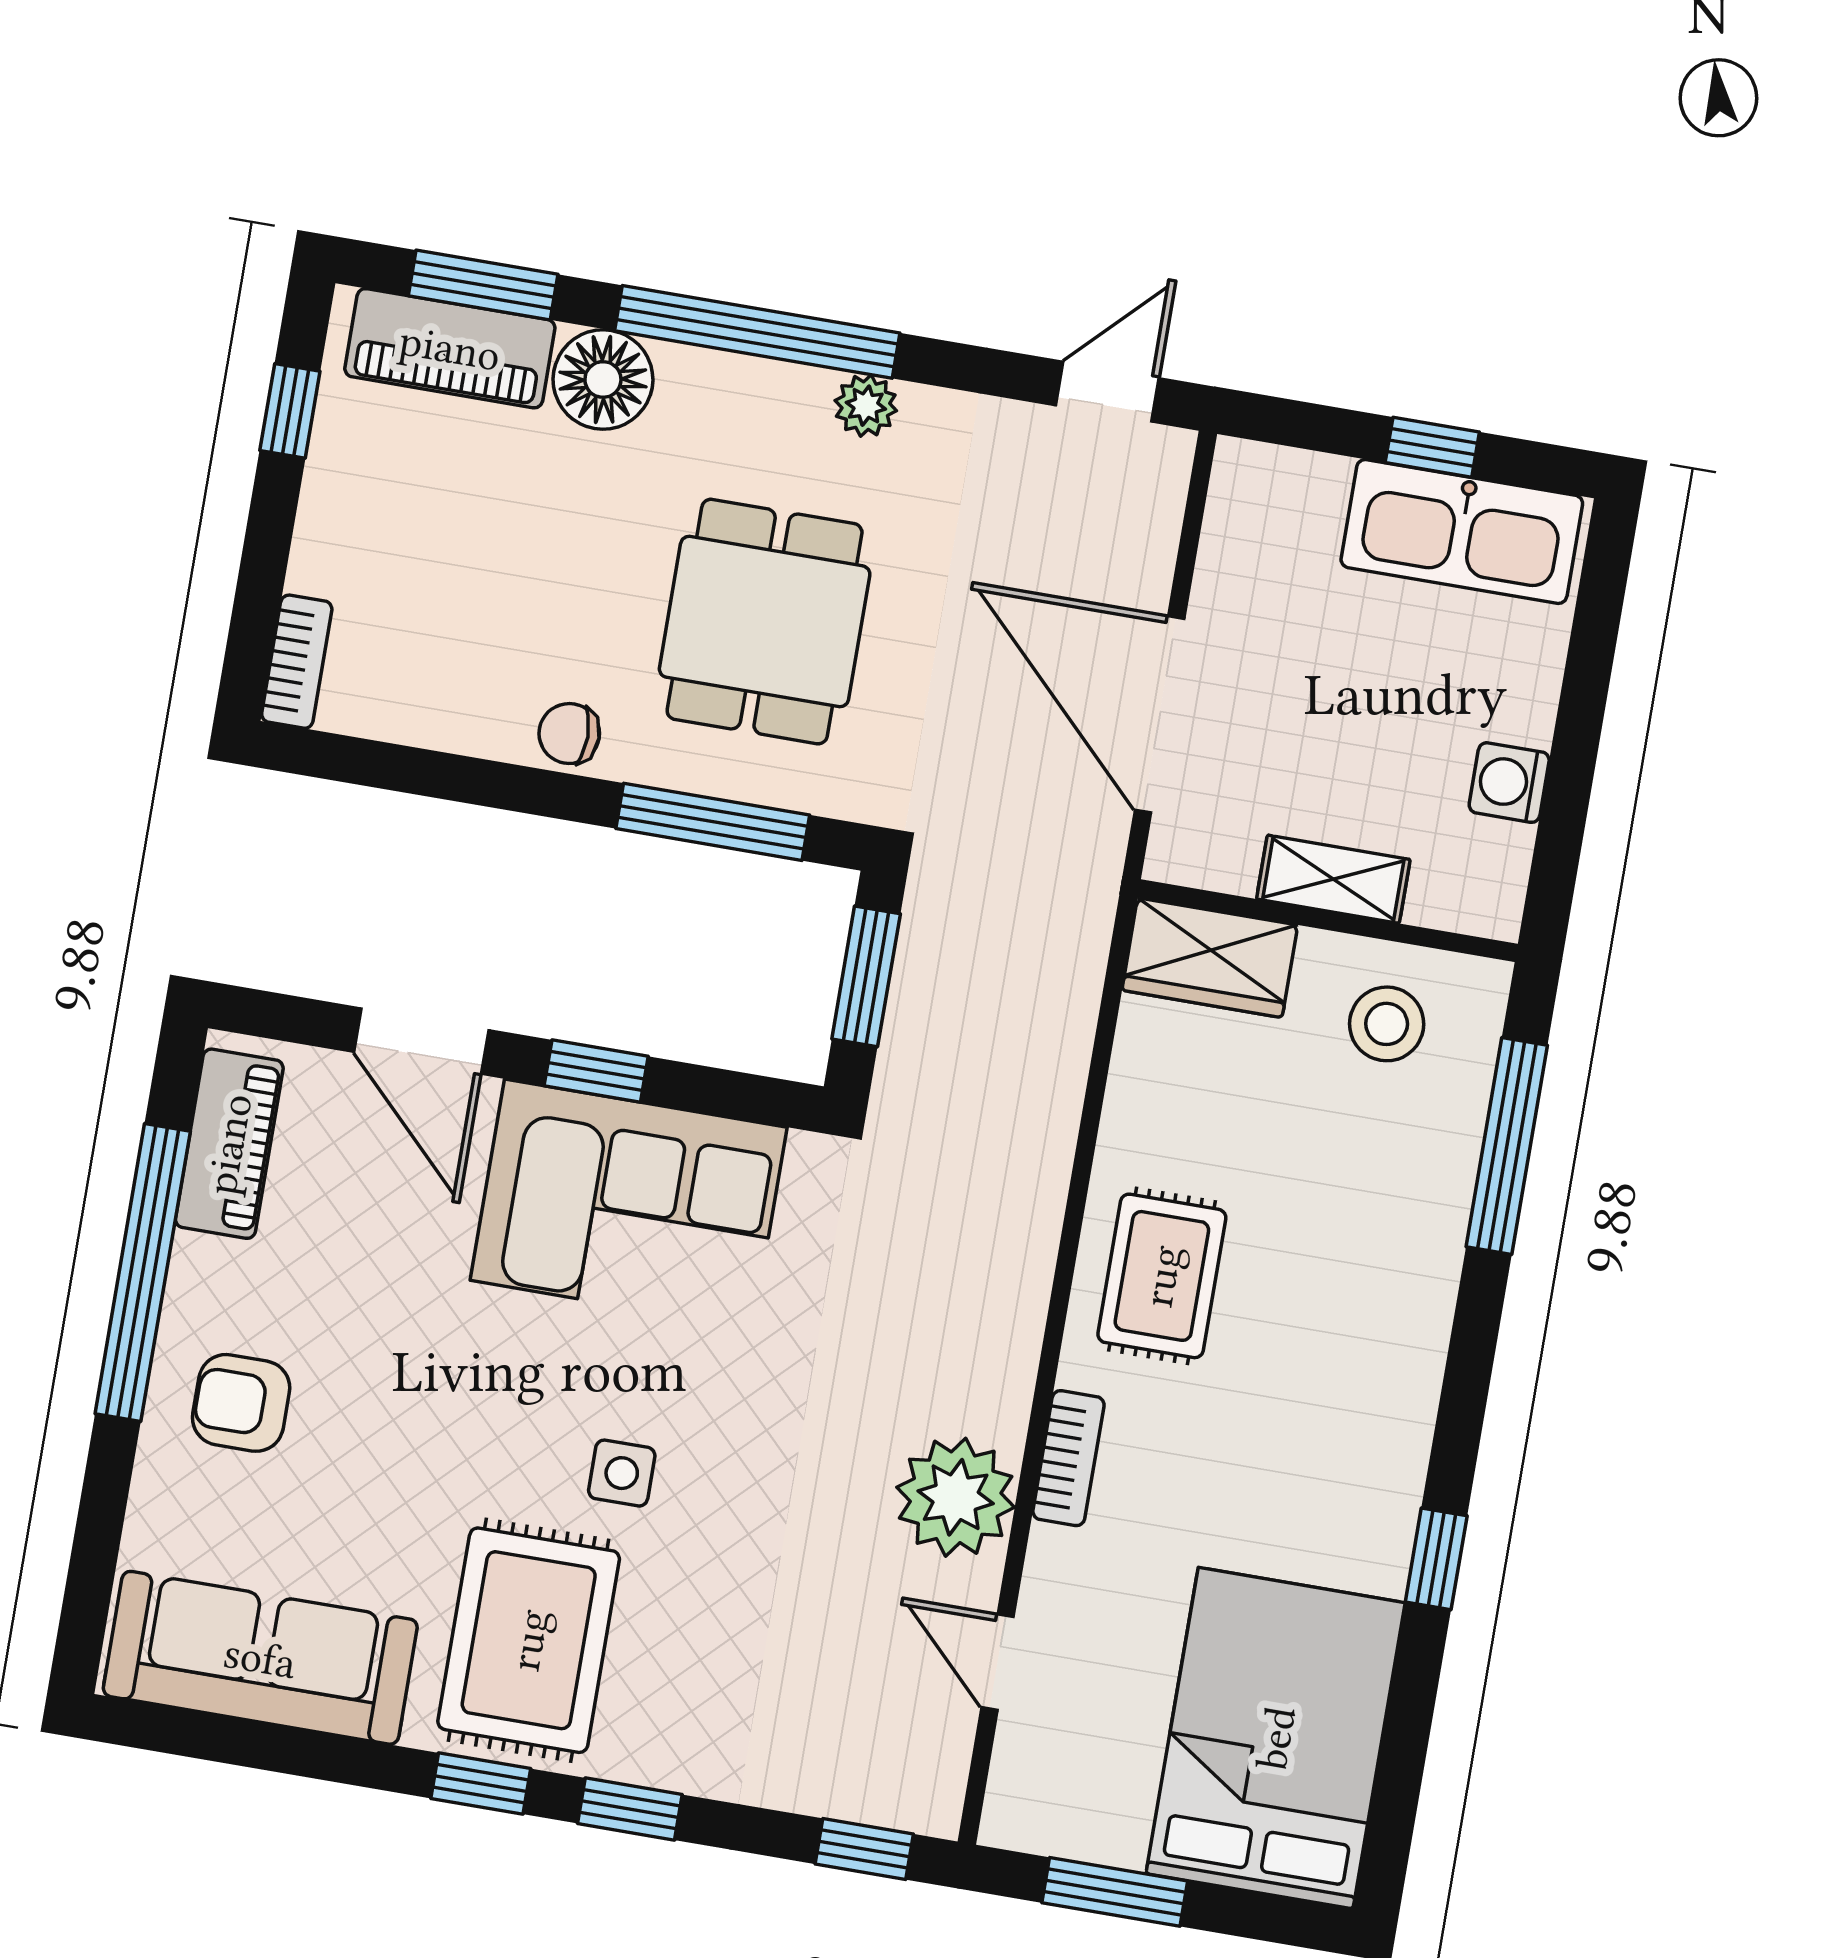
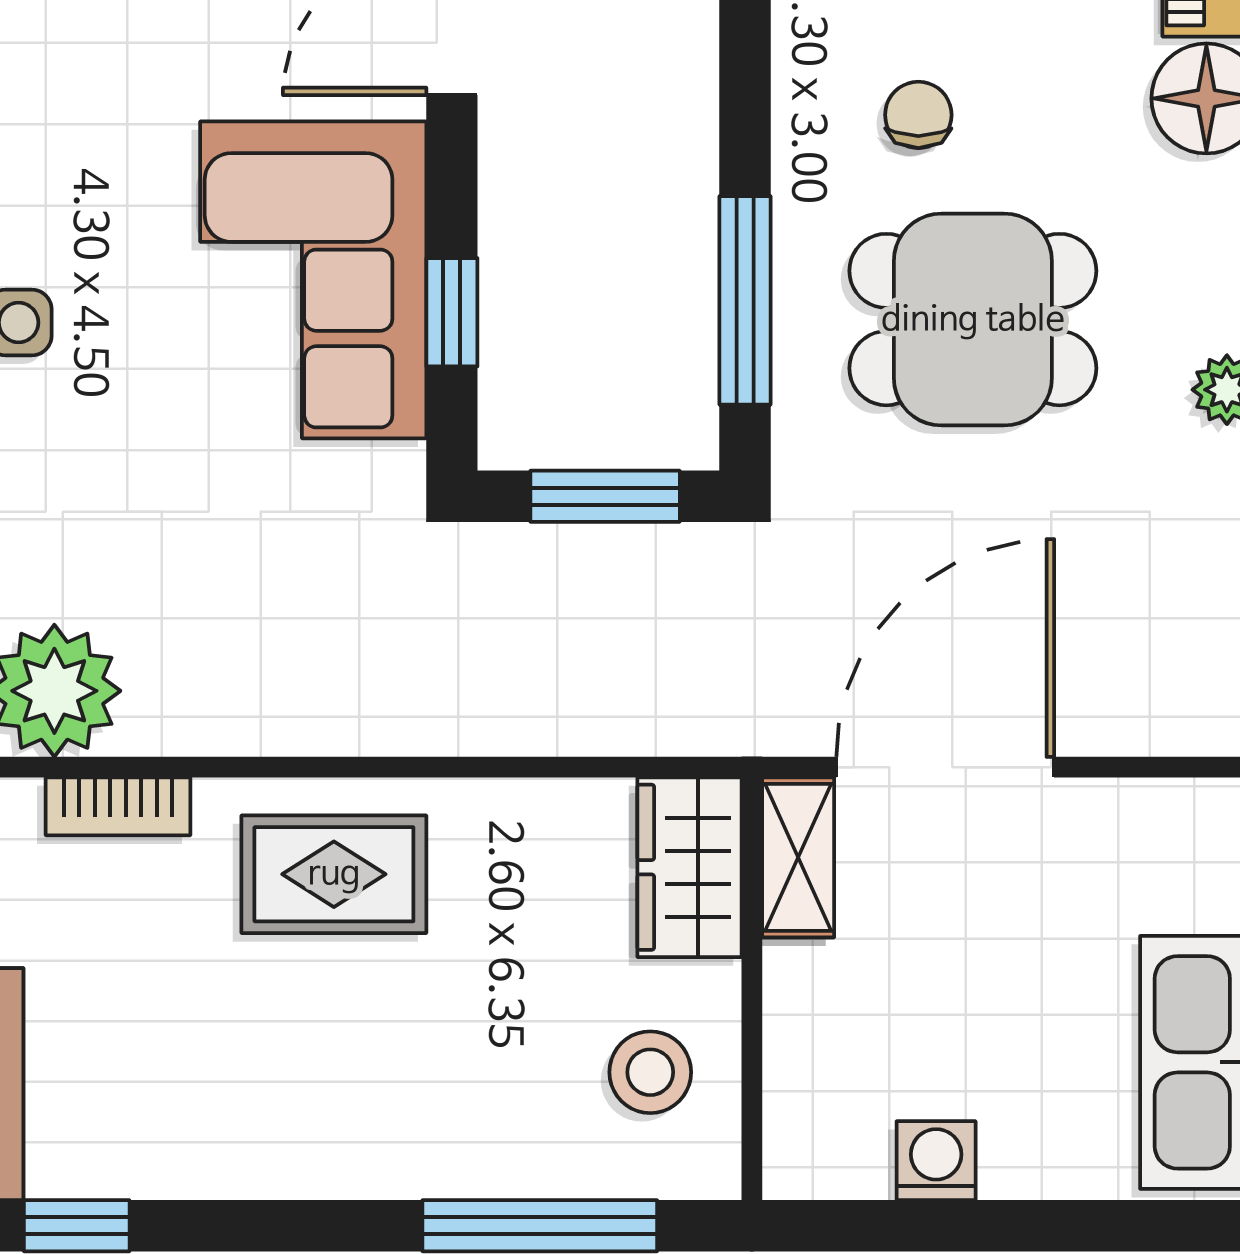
chair: (569, 734) -> (918, 115), moved
shelving: (1333, 879) -> (798, 857), moved
window: (596, 1071) -> (452, 312), moved

